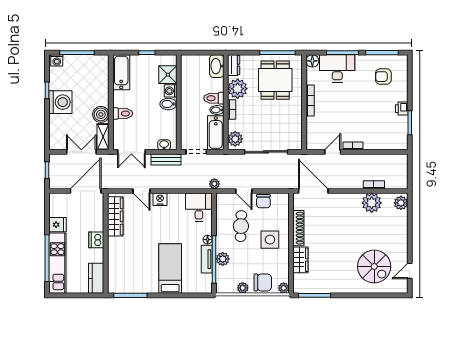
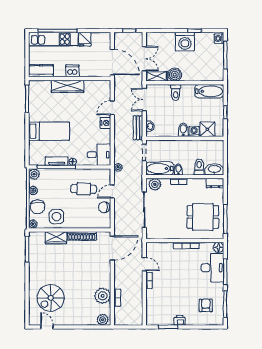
plant: (238, 89) -> (196, 186), removed
toilet: (214, 98) -> (199, 167), moved
wardrobe: (115, 216) -> (68, 86), moved
side table: (270, 240) -> (56, 217), moved
plant: (223, 259) -> (34, 174), moved

